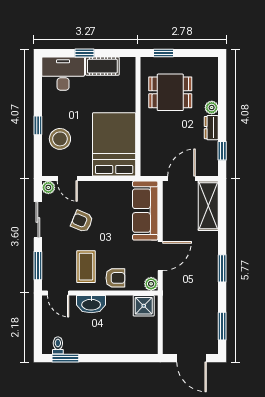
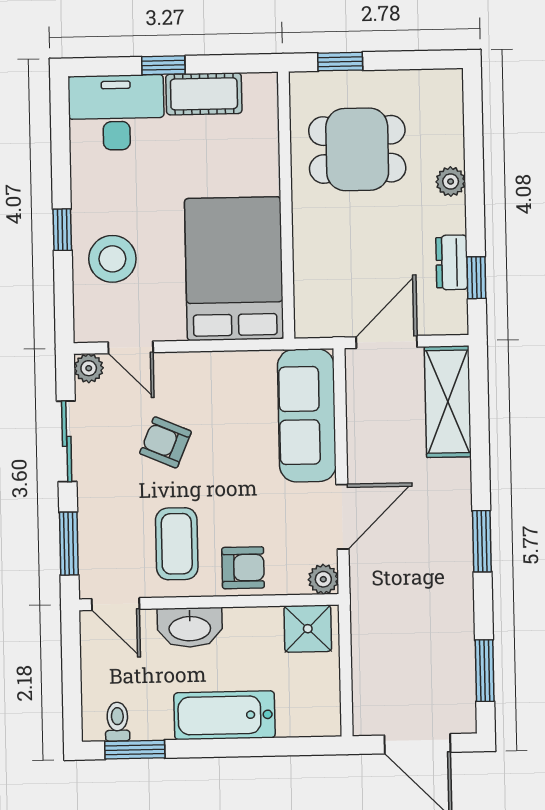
dresser: (211, 128) -> (452, 262), moved
bathtub: (106, 344) -> (224, 715), added

